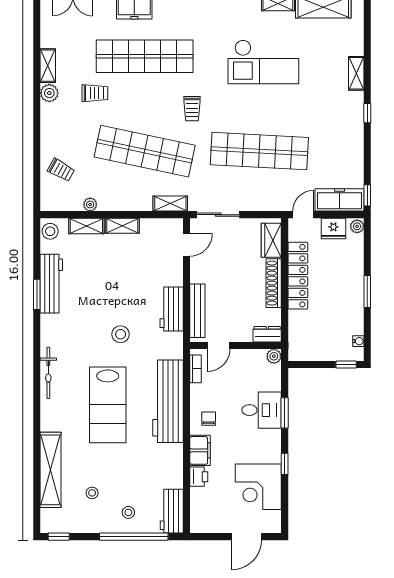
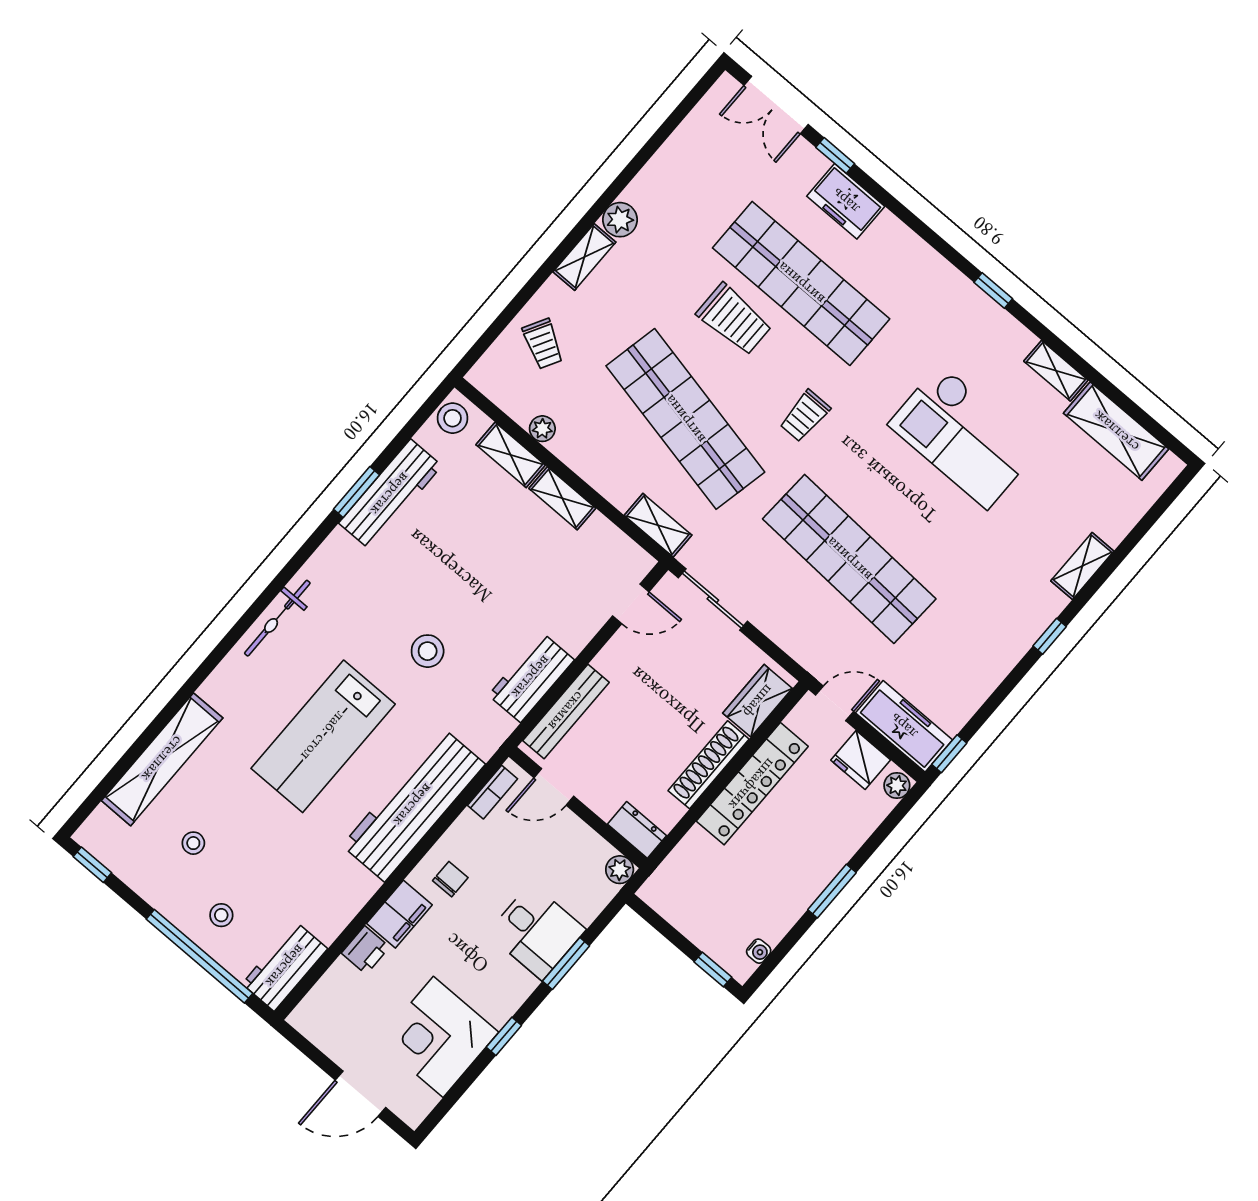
shelving: (48, 66) -> (584, 257), moved
trolley: (95, 93) -> (734, 319), moved, width x1.36, depth x1.39

